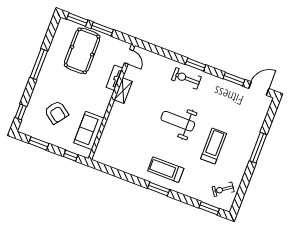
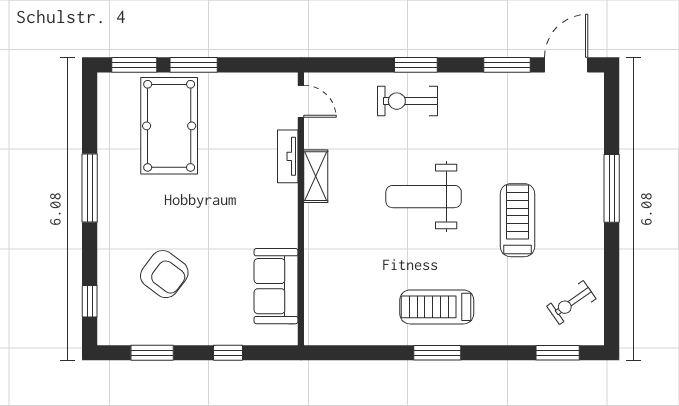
door: (129, 57) -> (301, 101), moved
tv unit: (115, 78) -> (288, 156), moved
shelving: (123, 91) -> (316, 176), moved
wall: (112, 102) -> (301, 209), moved
sofa: (89, 130) -> (276, 286), moved

